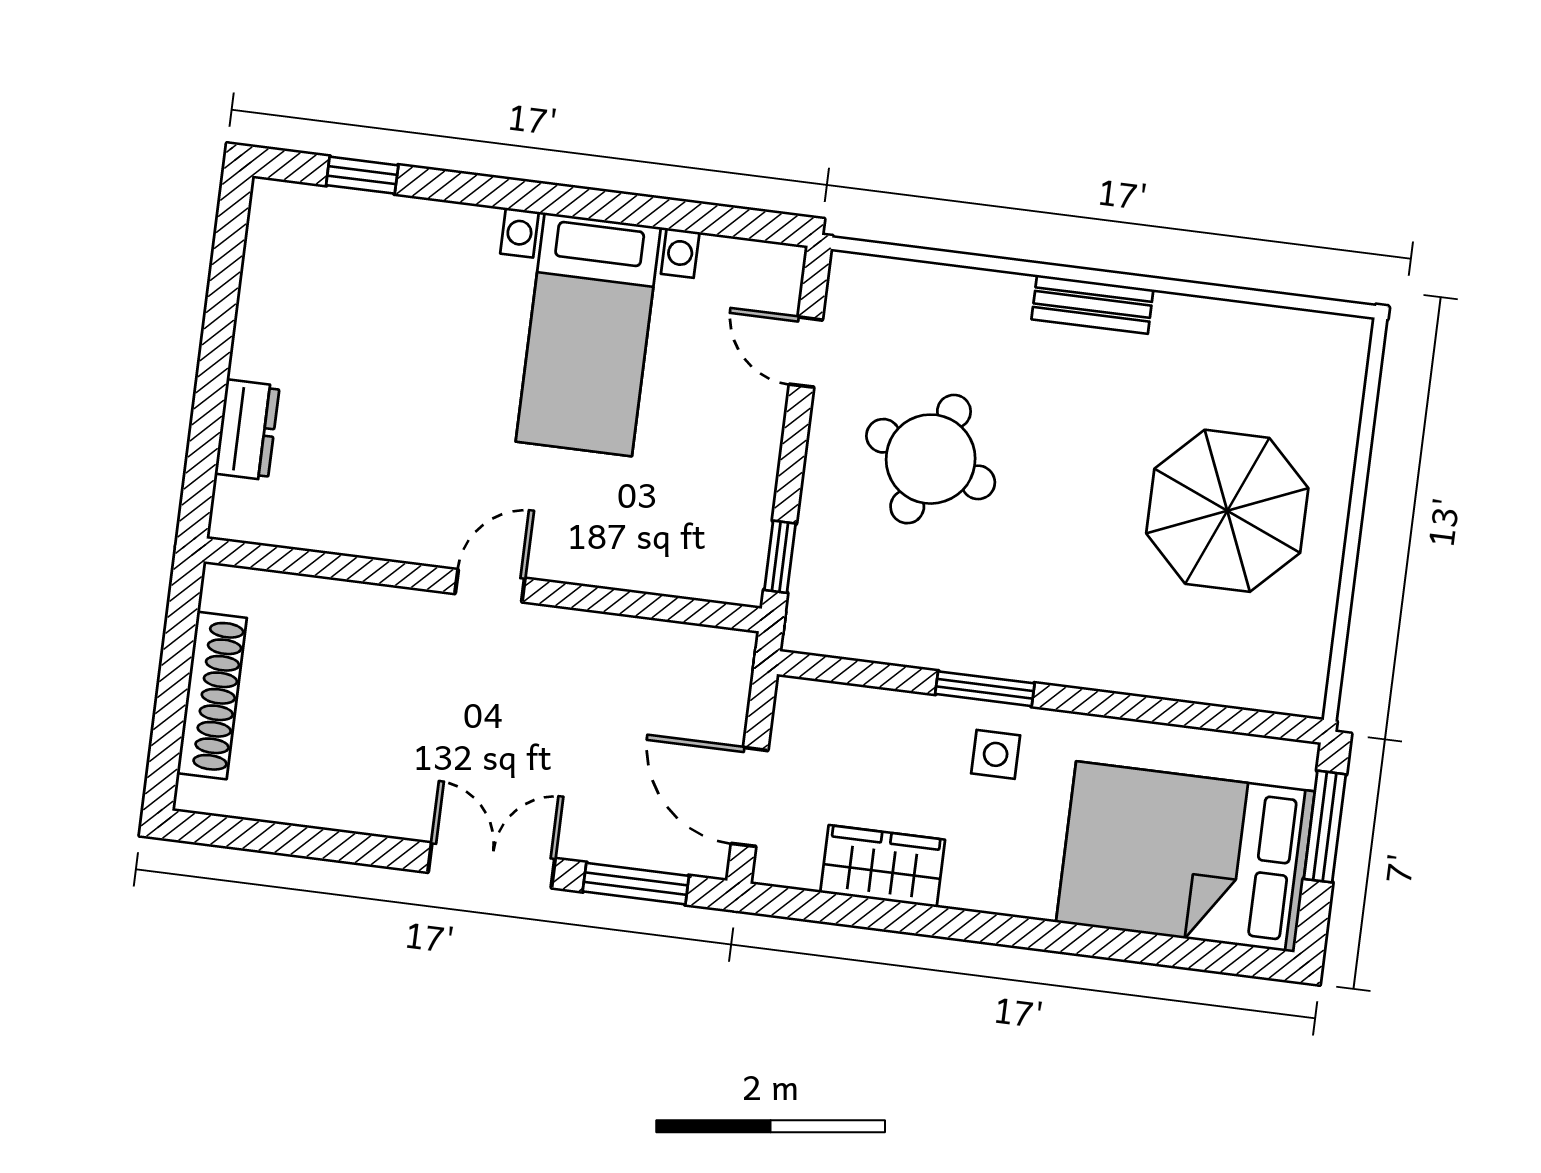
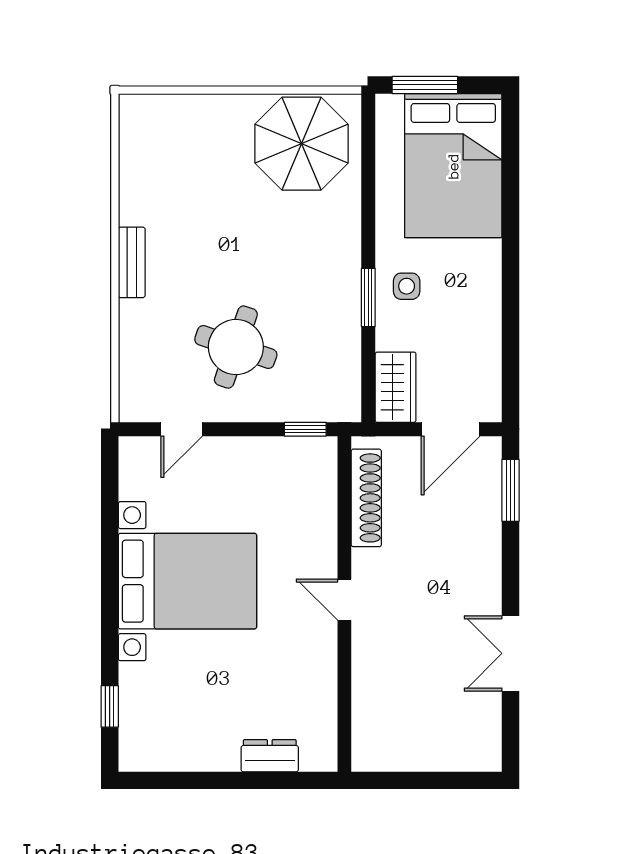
bed with nightstands: (588, 334) -> (187, 581), width x1.36
parasol: (1227, 511) -> (301, 144), moved
shoe rack: (212, 695) -> (366, 498), moved, turned 90
double door: (491, 865) -> (511, 653), moved
wardrobe: (883, 866) -> (396, 387), moved, turned 180

